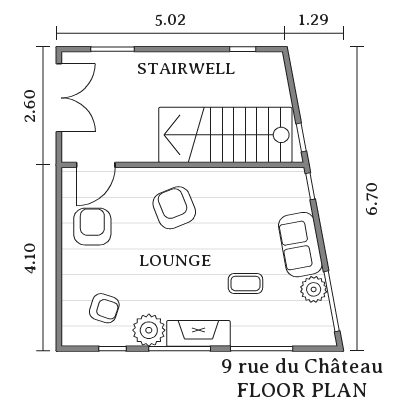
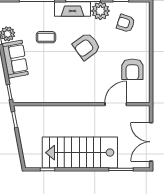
stairs: (225, 135) -> (80, 153), moved, turned 180
door: (96, 165) -> (116, 104), moved
armchair: (174, 208) -> (87, 46), moved, turned 76

